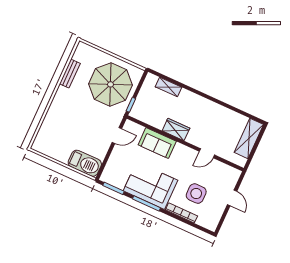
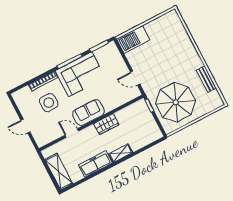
shelving: (168, 87) -> (121, 153), moved
freezer: (218, 112) -> (95, 164), added
door: (117, 135) -> (135, 78), hinge flipped
sofa: (157, 143) -> (89, 113), moved
door: (207, 153) -> (72, 133), hinge flipped

